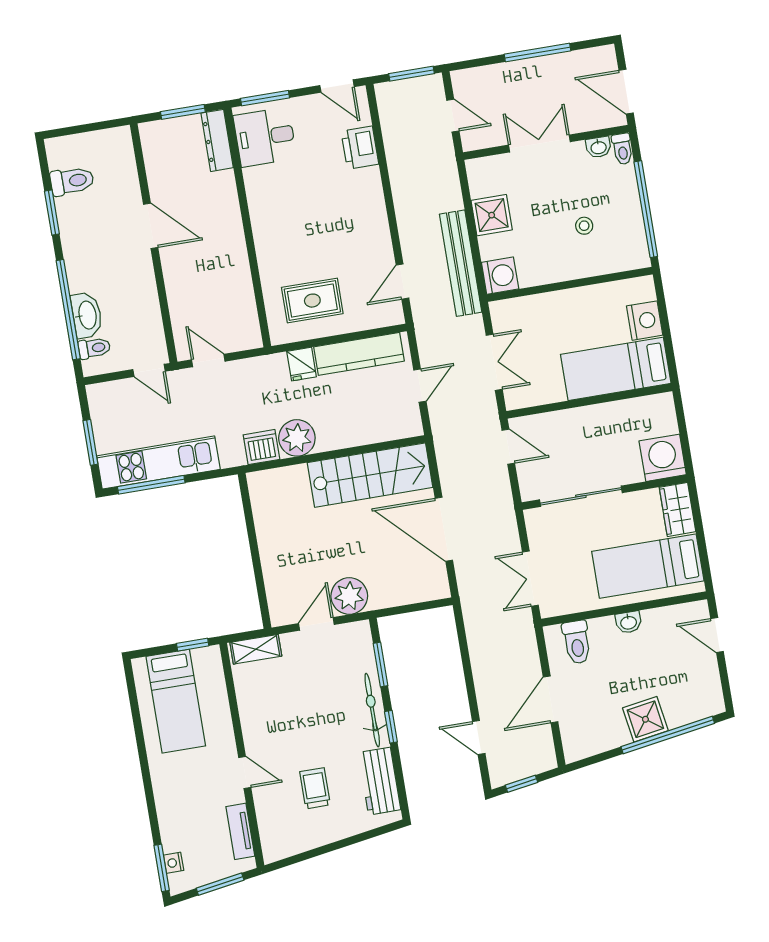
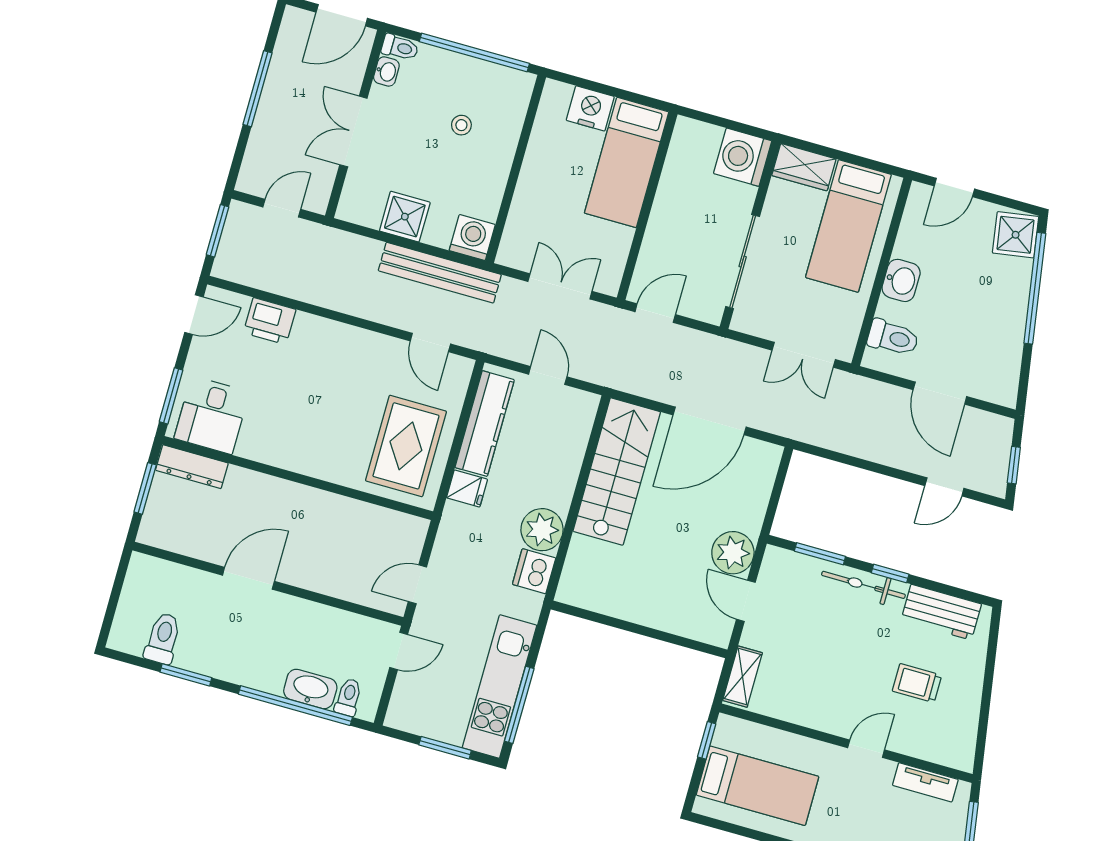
rug: (312, 301) -> (406, 446), width x1.36, depth x1.43
washbasin: (628, 622) -> (901, 280), width x1.38, depth x1.45
shower: (645, 719) -> (1016, 235), moved

